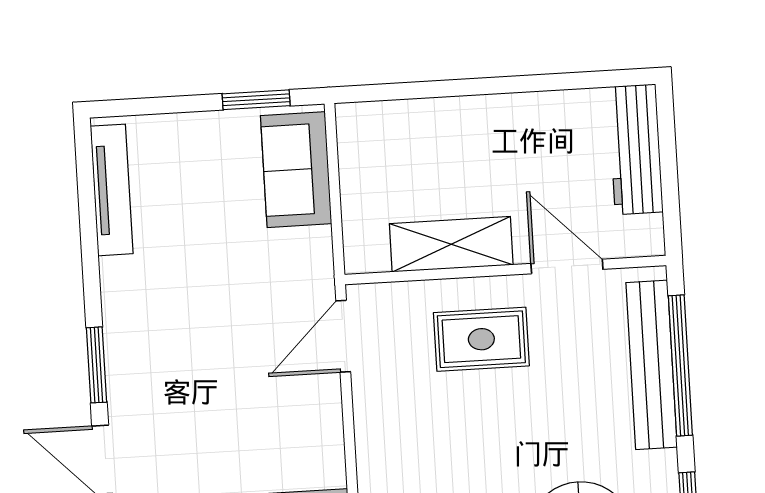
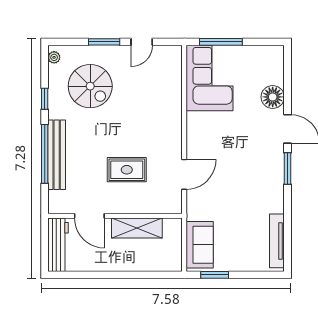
shelving: (451, 244) -> (137, 228), moved
door: (567, 266) -> (89, 216), moved
wall: (505, 270) -> (115, 216), moved

